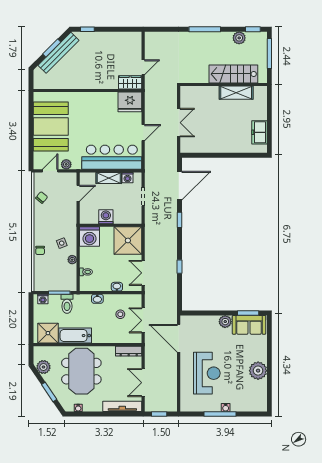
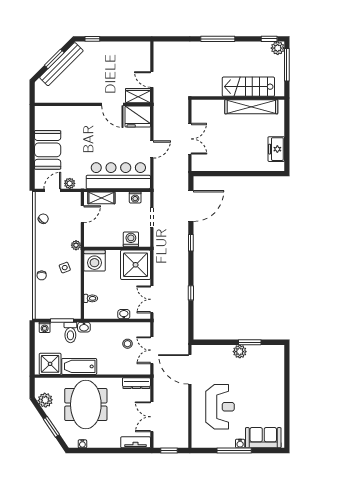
plant: (239, 38) -> (278, 48), moved
door: (143, 67) -> (152, 80), swing flipped
door: (106, 90) -> (112, 104), added
shelving: (236, 93) -> (251, 107), width x1.47
booth: (51, 127) -> (48, 150), width x0.73, depth x0.70
shelving: (109, 178) -> (101, 198), moved
washing machine: (106, 217) -> (131, 239), moved
plant: (72, 260) -> (76, 245), moved
washbasin: (97, 299) -> (84, 327), moved
window: (248, 313) -> (250, 342), moved
sofa: (249, 325) -> (263, 438), moved, turned 180
plant: (258, 371) -> (275, 404), removed
tv unit: (122, 406) -> (136, 442), width x0.71

